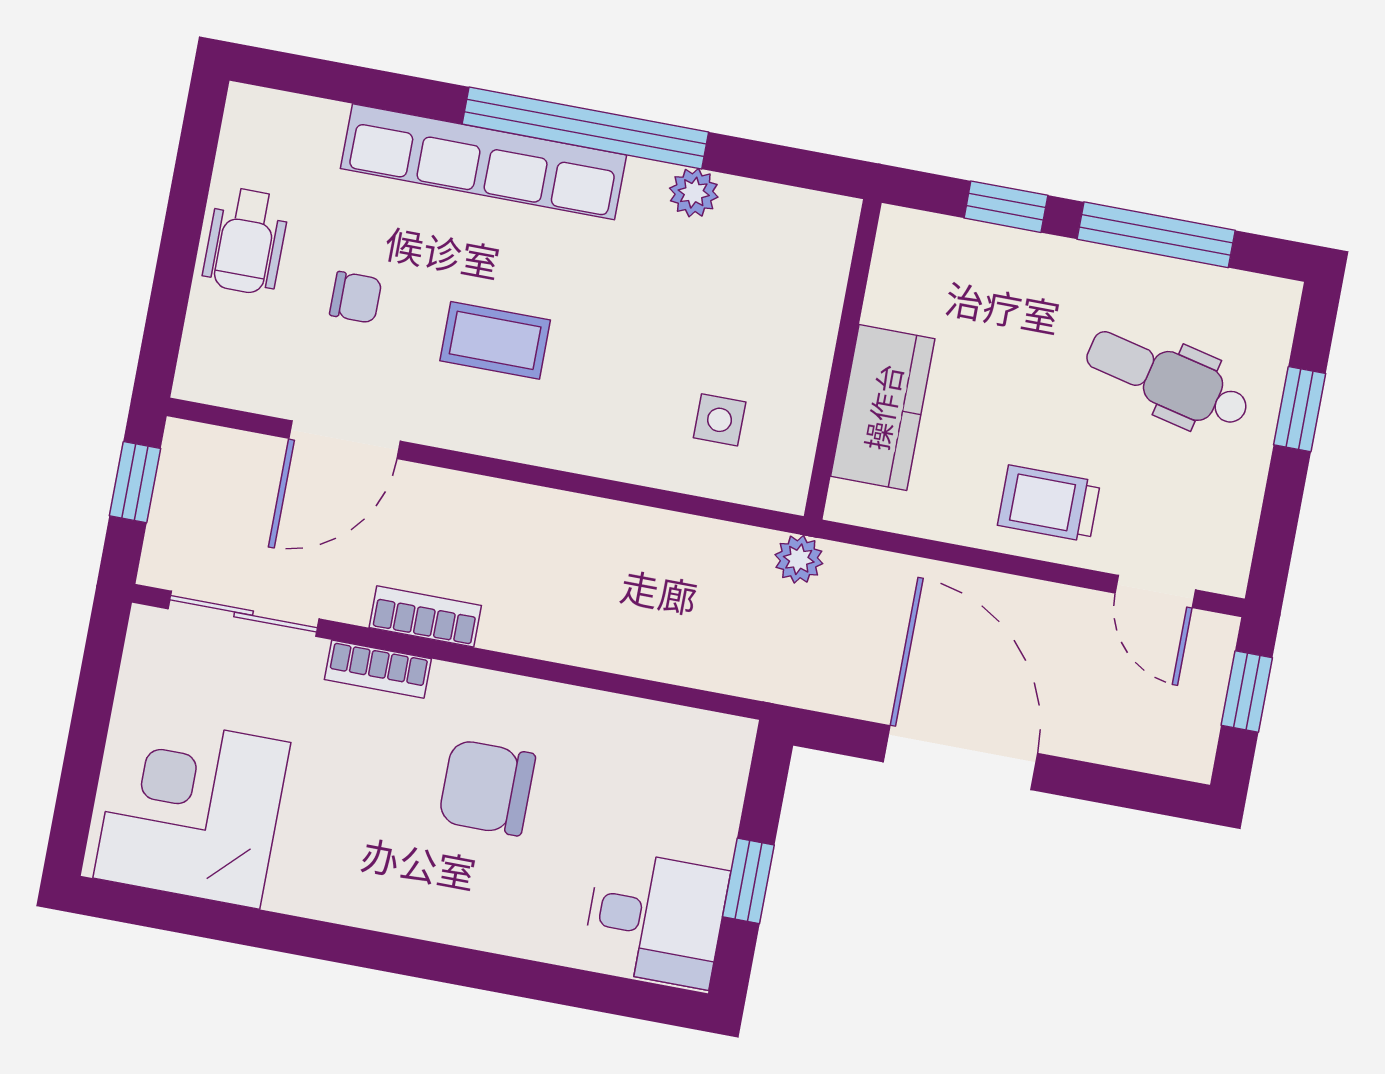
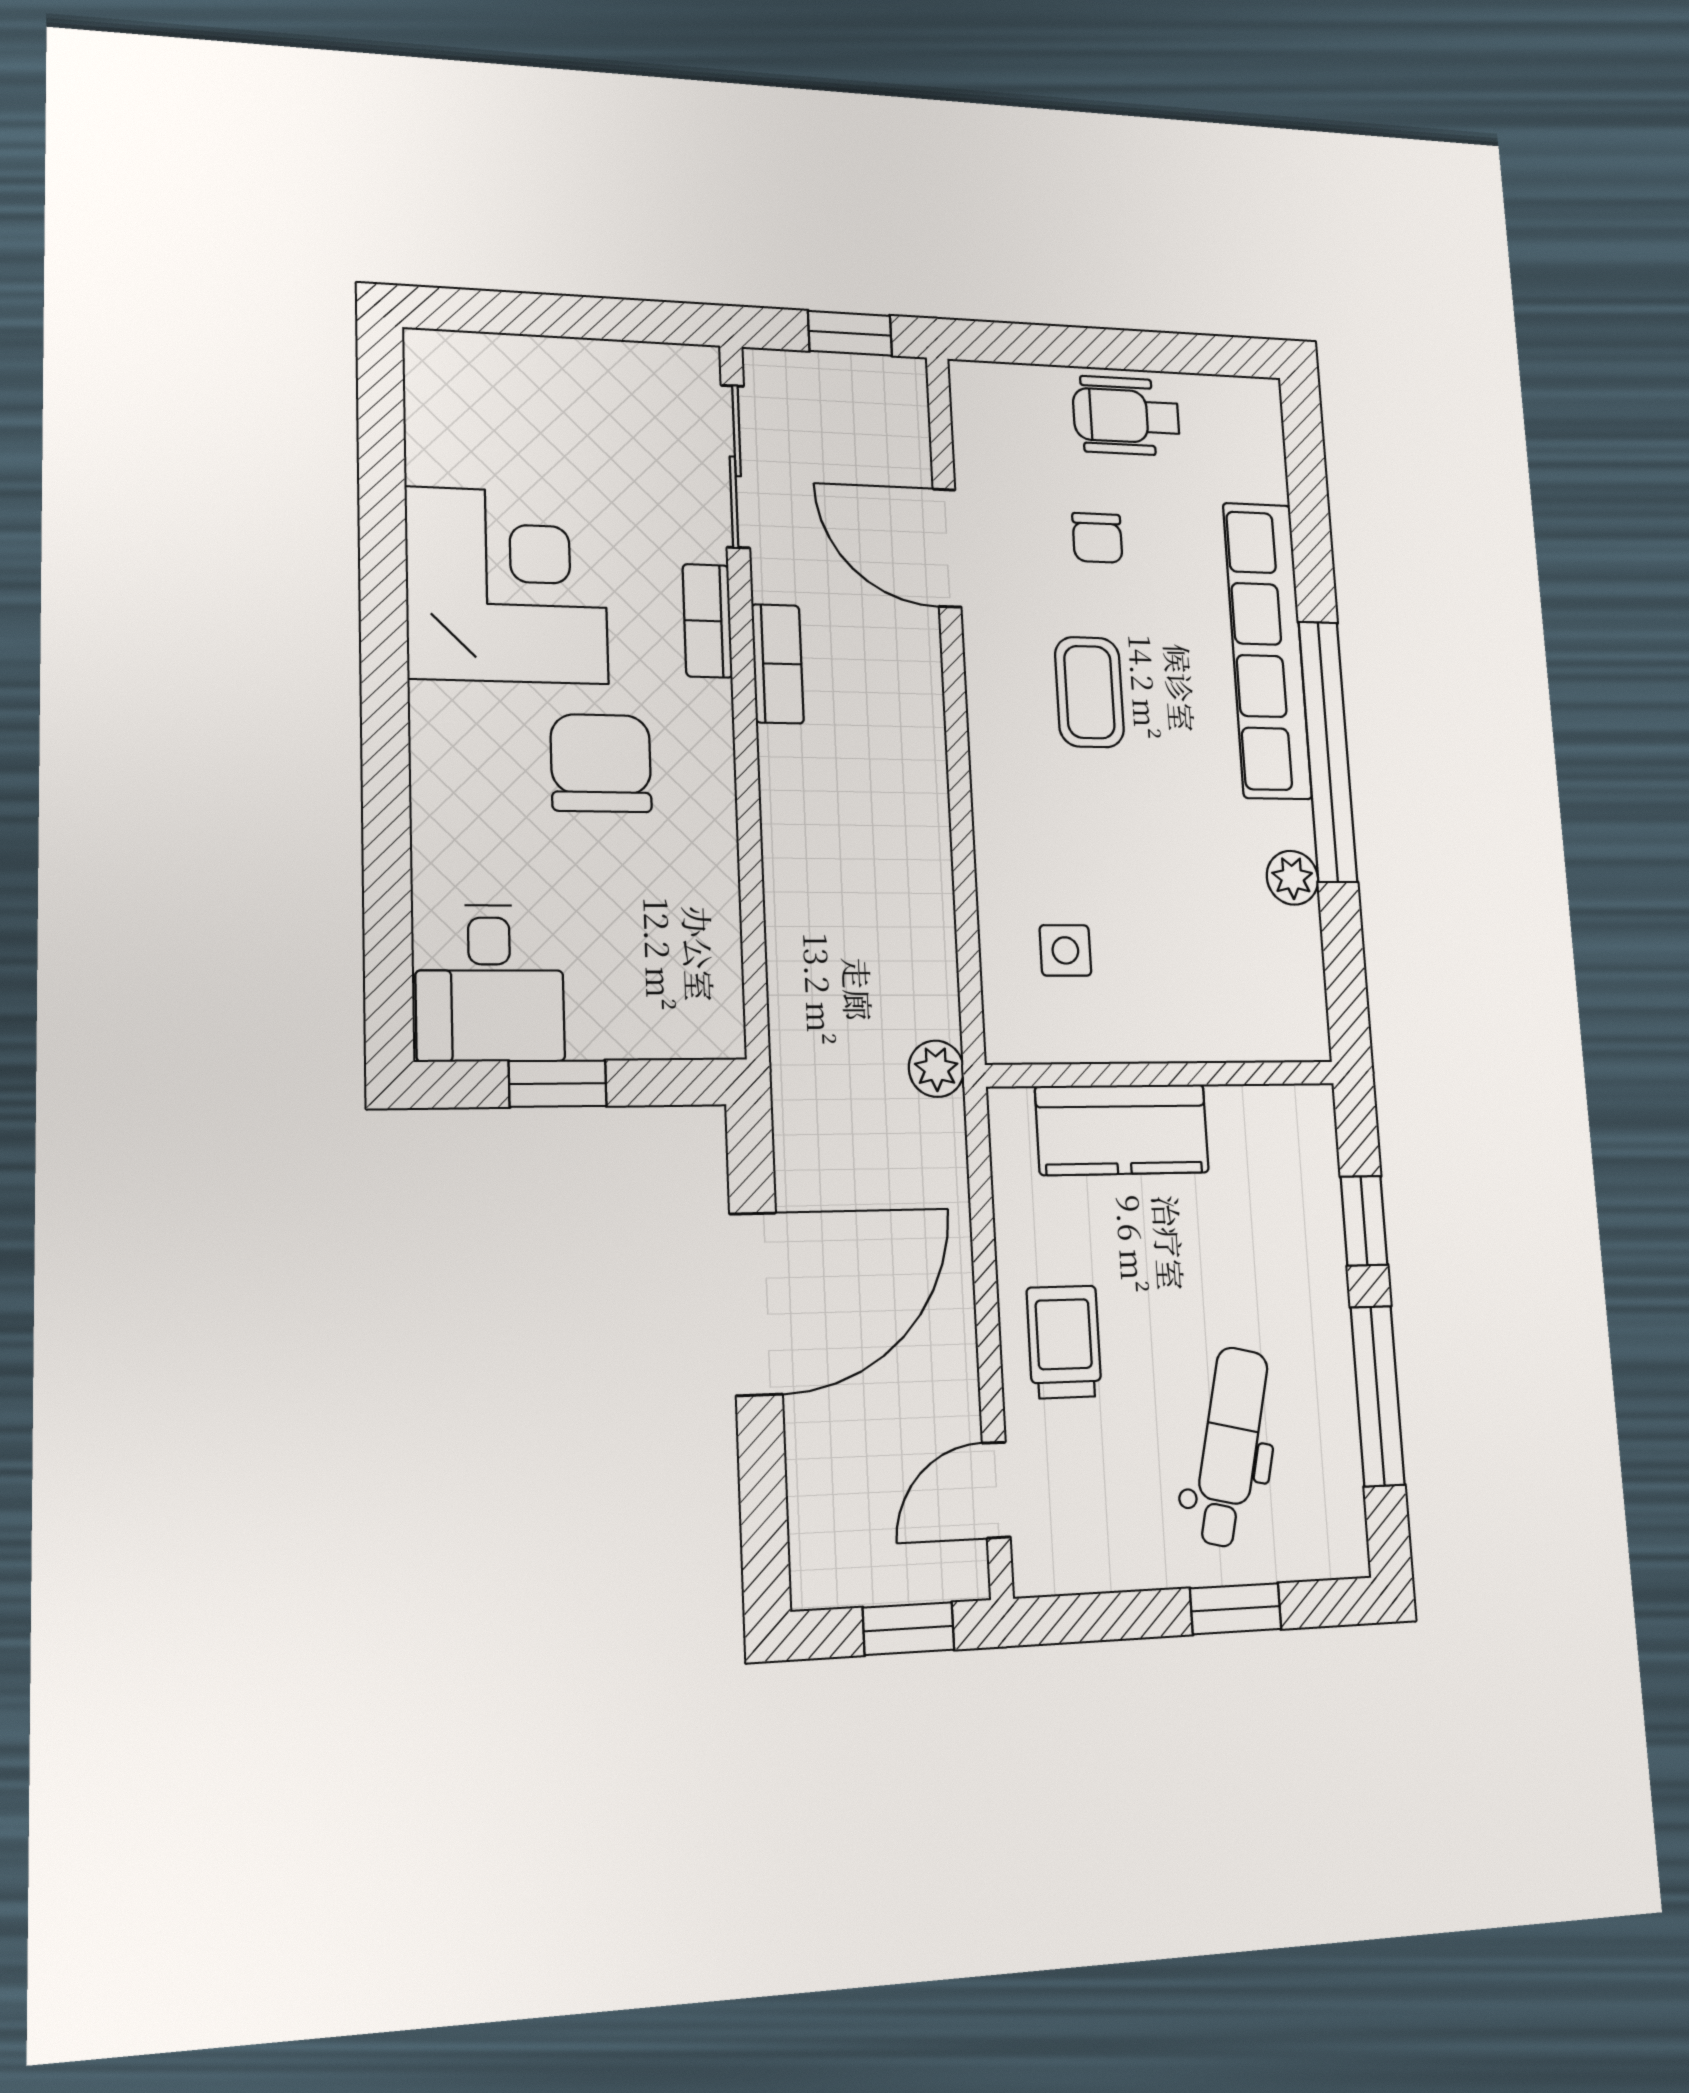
corner desk: (192, 810) -> (507, 585), moved

